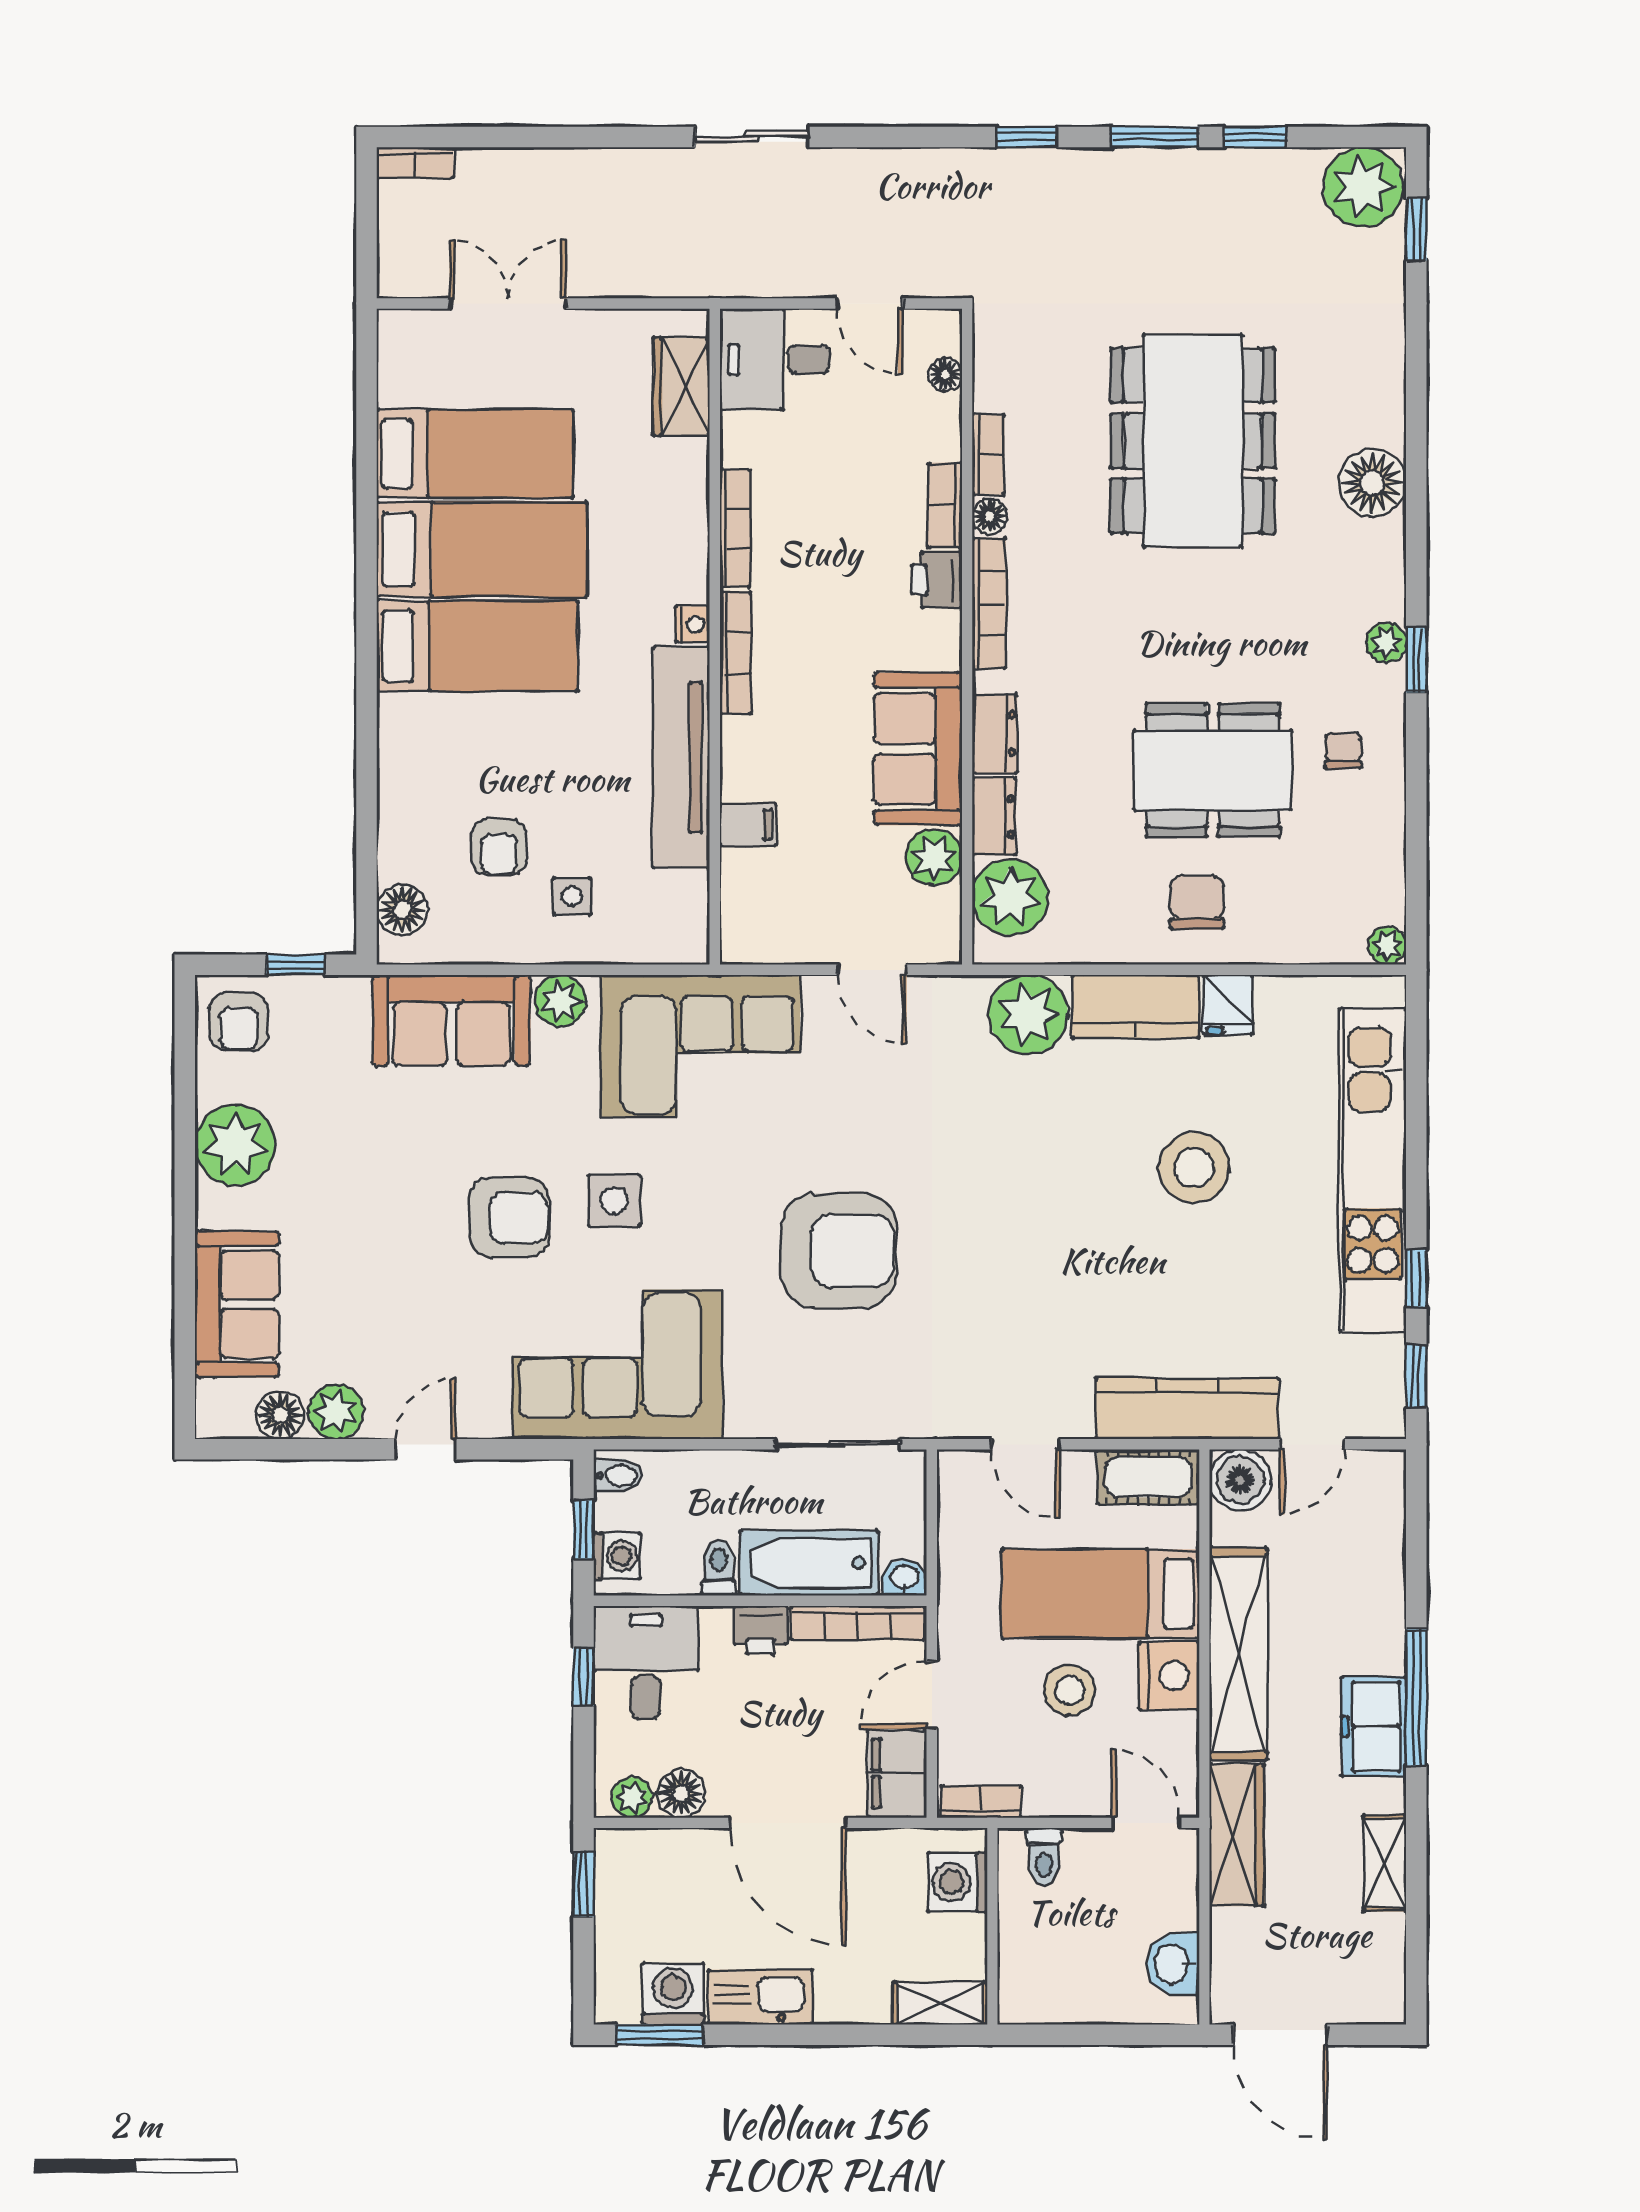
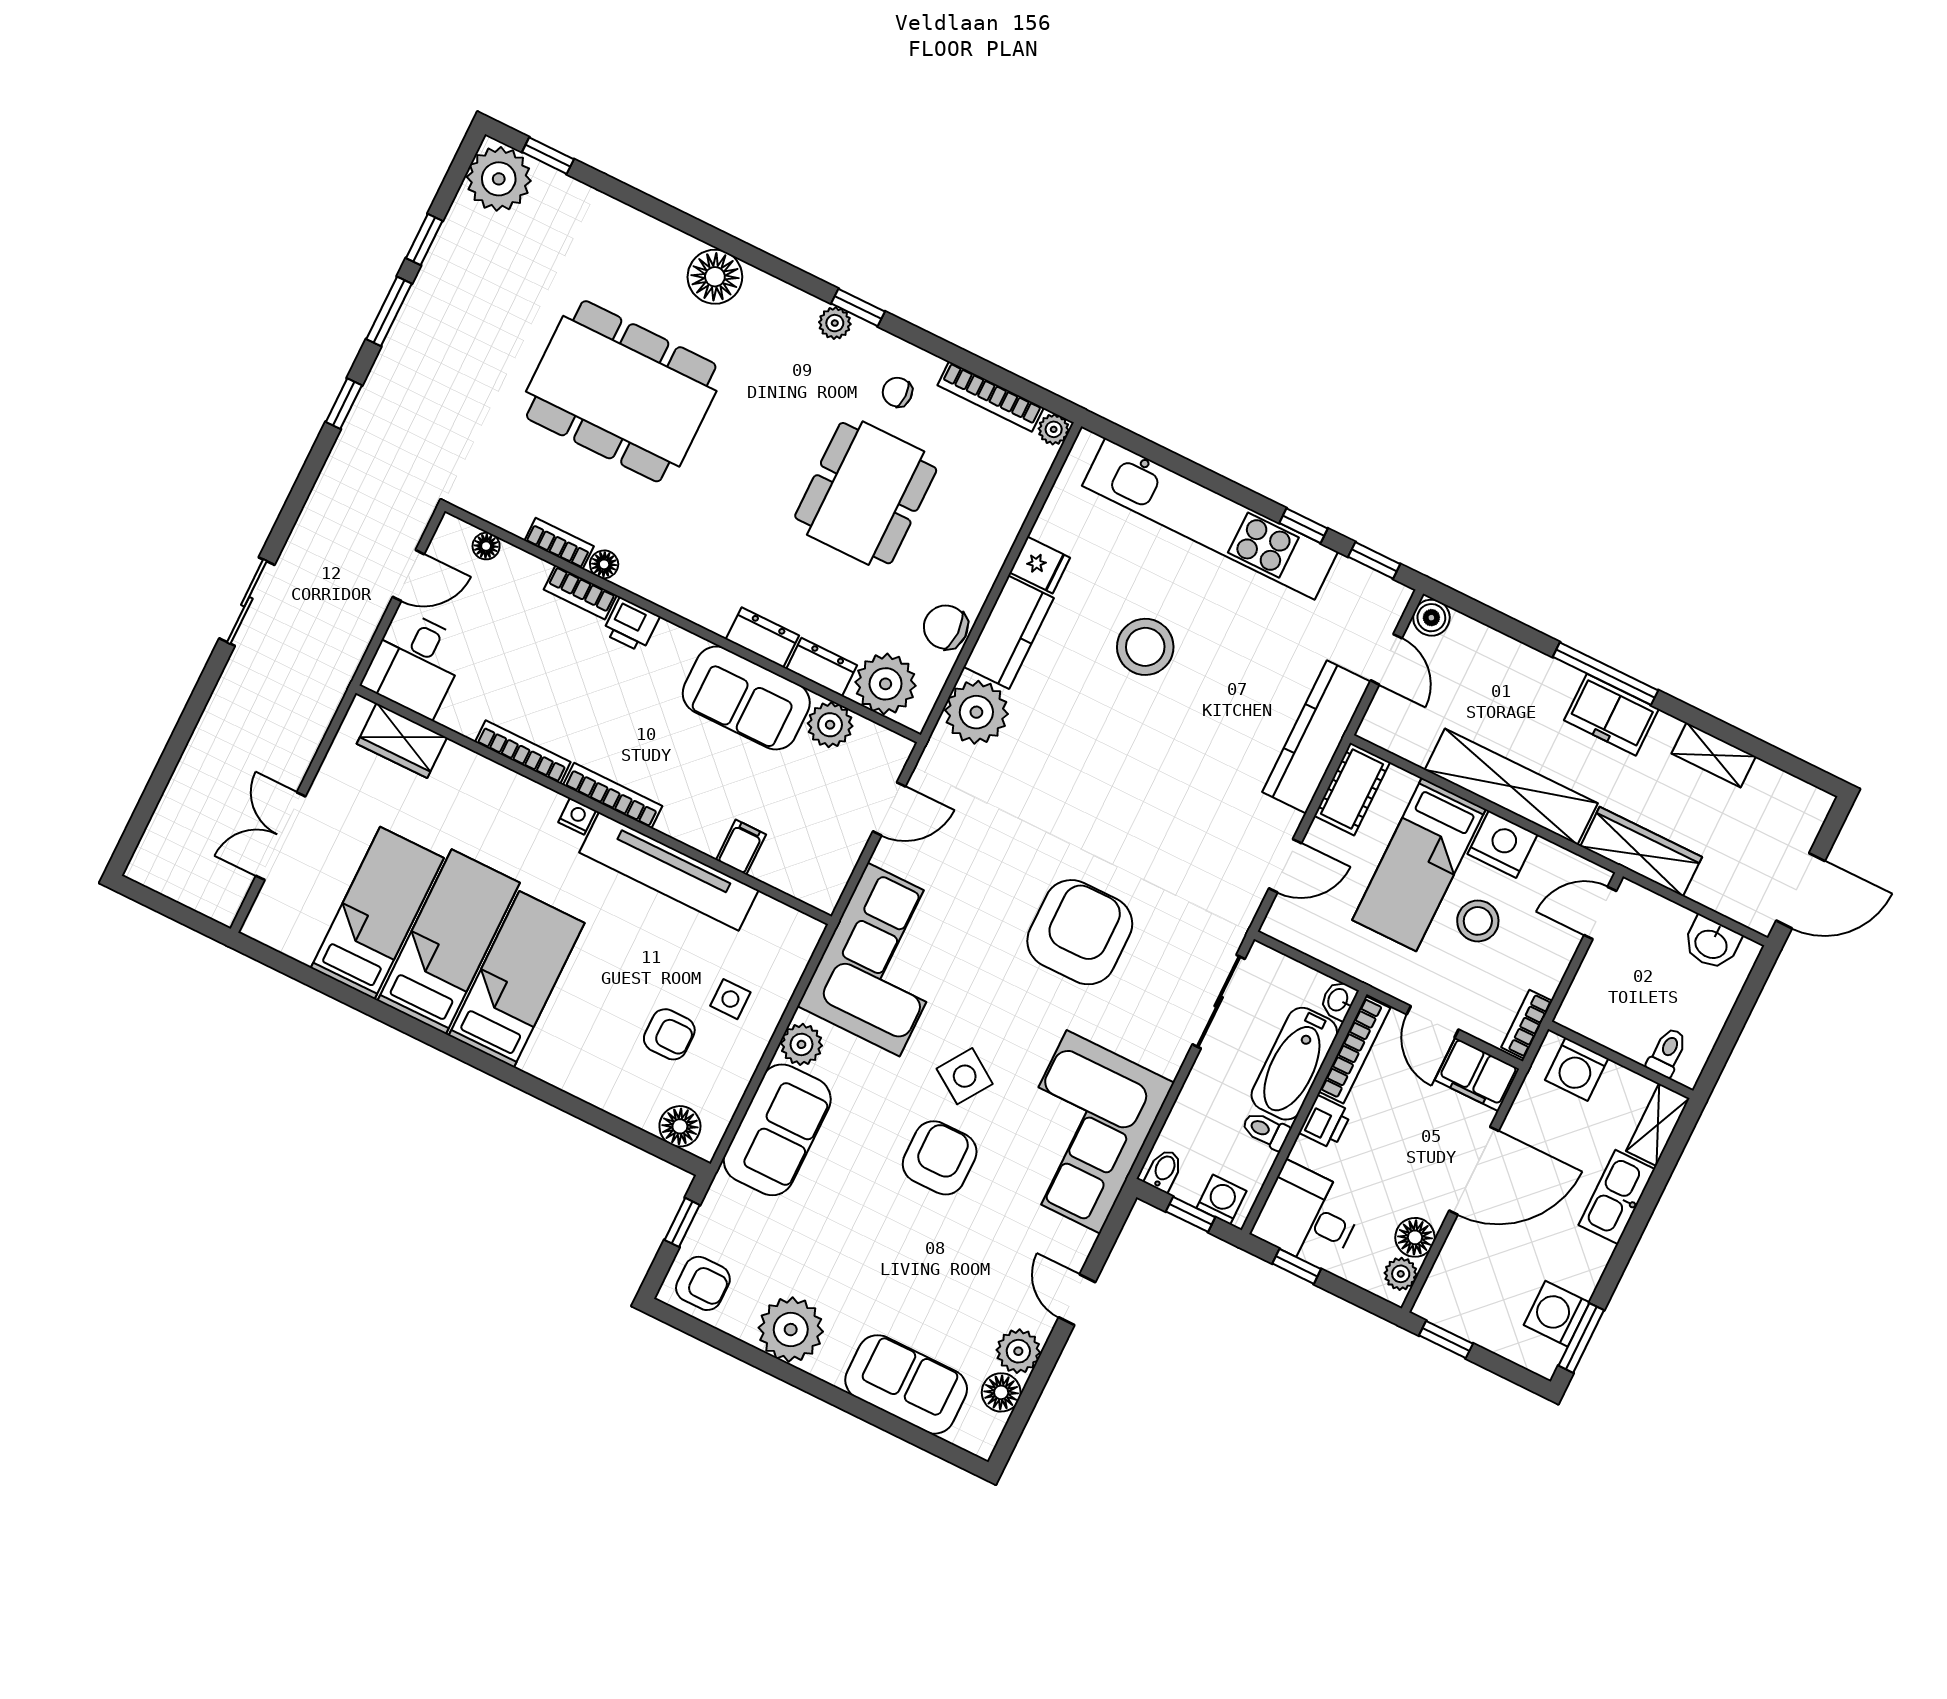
bookcase: (415, 162) -> (146, 853), removed
bookcase: (989, 603) -> (991, 396), moved, turned 180
chair: (1197, 902) -> (946, 627), moved
side table: (614, 1201) -> (965, 1076), turned 34
boiler: (1240, 1480) -> (1431, 618), moved, width x0.73, depth x0.73
toilet: (1044, 1857) -> (1667, 1052), moved, turned -90
kitchen sink: (760, 1997) -> (1617, 1197), moved

